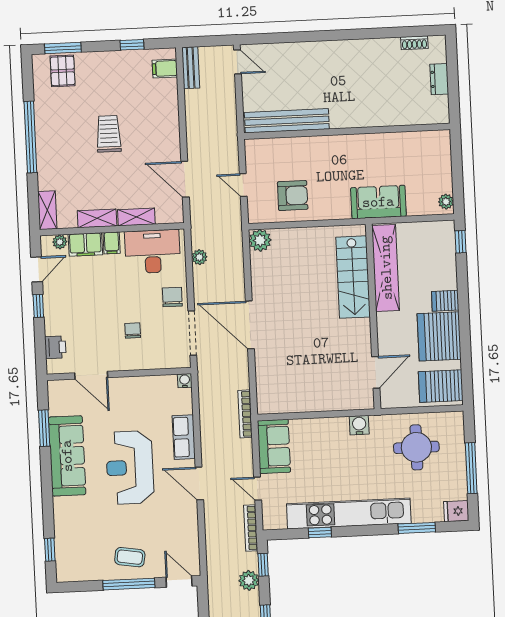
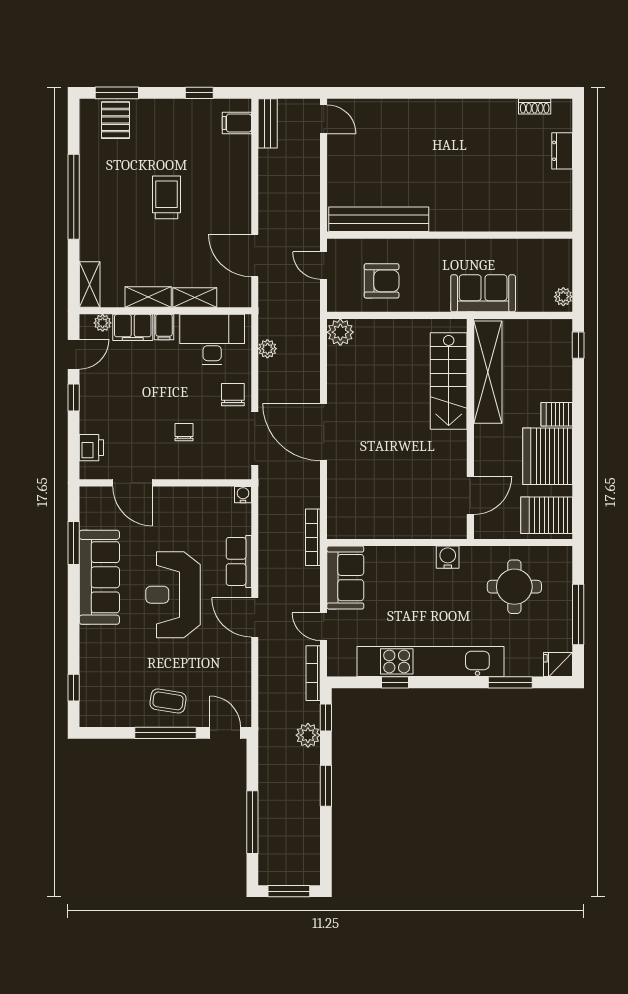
bench: (287, 121) -> (379, 219), moved
wall: (347, 131) -> (450, 235), moved

